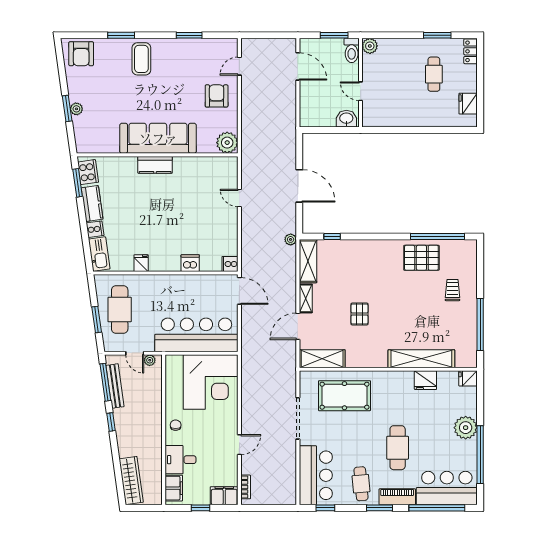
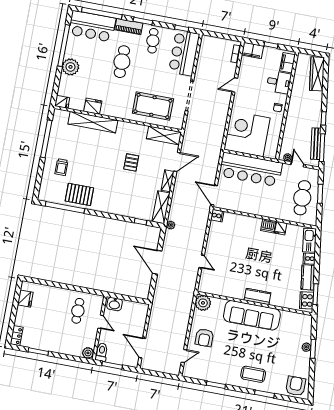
coffee table: (141, 59) -> (253, 374), turned 90
cafe table: (434, 74) -> (78, 311), moved
dishwasher: (190, 263) -> (268, 226), moved

